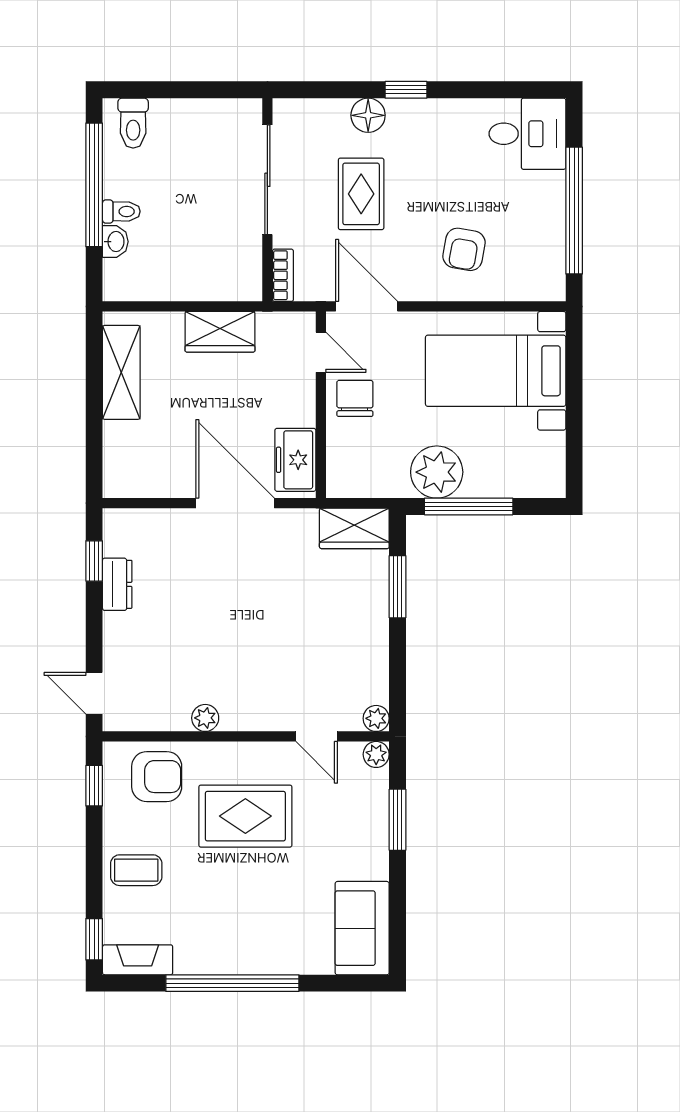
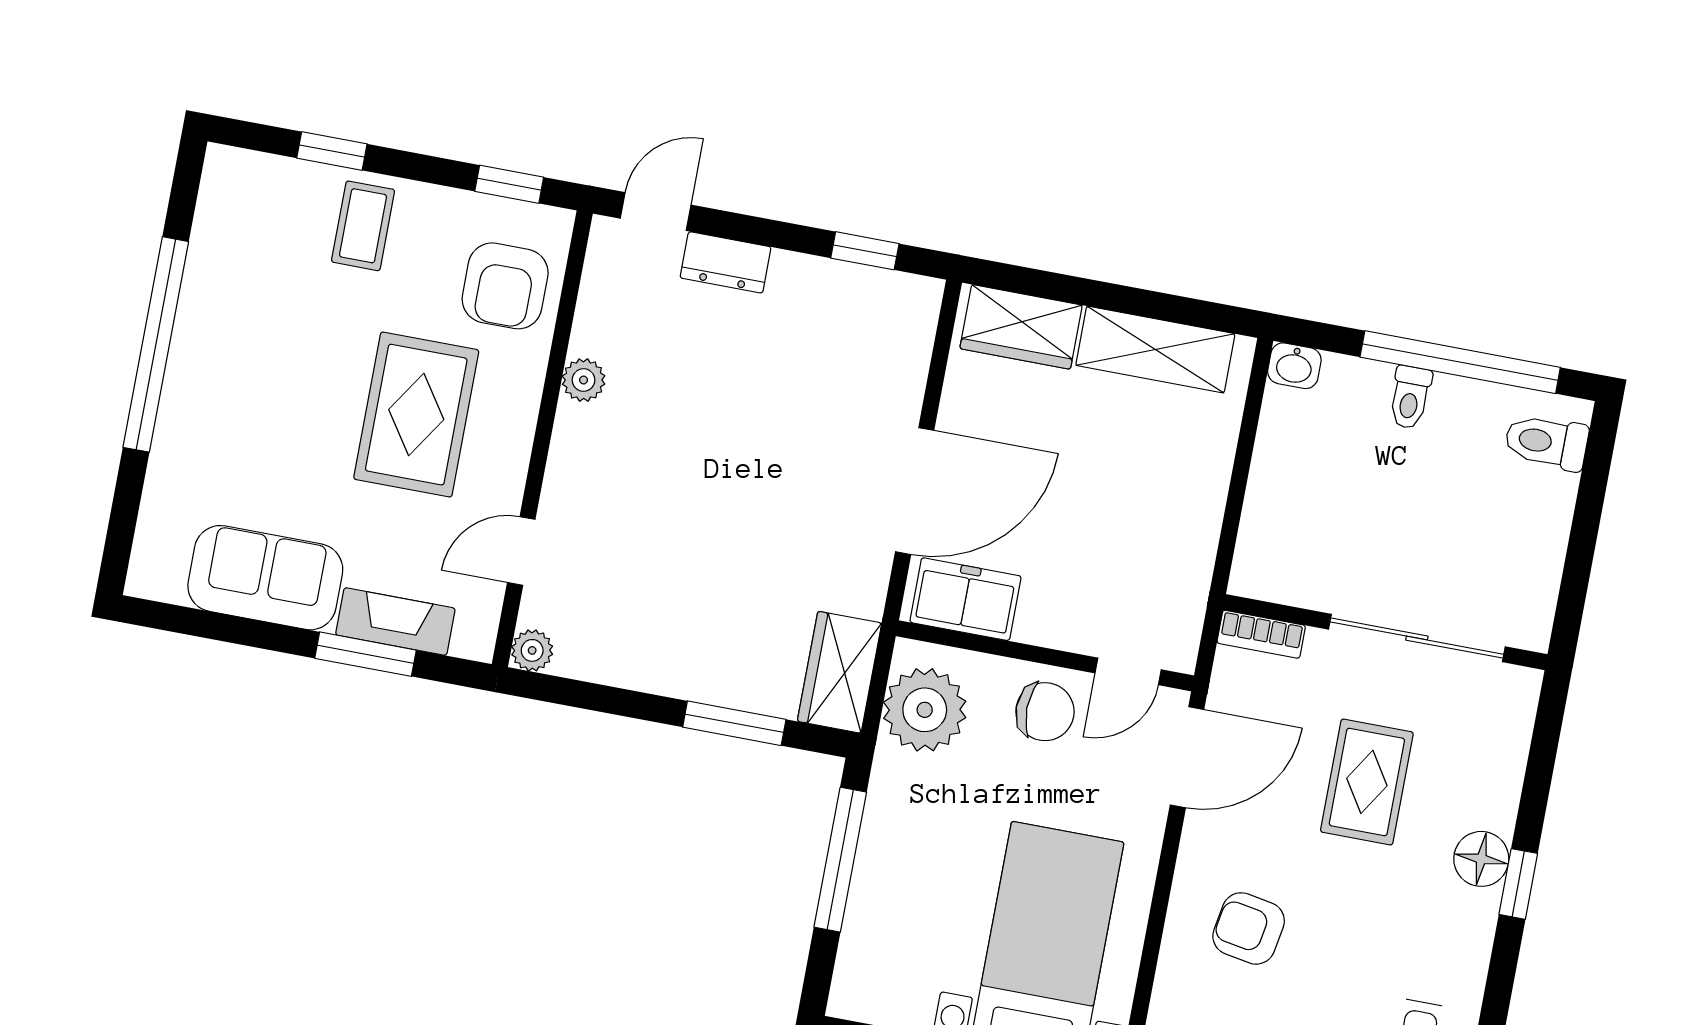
floor lamp: (368, 115) -> (1481, 859), moved
rug: (361, 194) -> (1367, 782), turned 90
washbasin: (115, 242) -> (1294, 366), moved
wardrobe: (220, 332) -> (1021, 327), moved, turned -90
plant: (437, 472) -> (925, 710), moved
dresser: (117, 584) -> (726, 262), moved
plant: (376, 754) -> (475, 640), removed
sofa: (362, 928) -> (265, 578), moved
window: (94, 939) -> (332, 151), moved
fireplace: (138, 960) -> (395, 622), moved, turned -90

